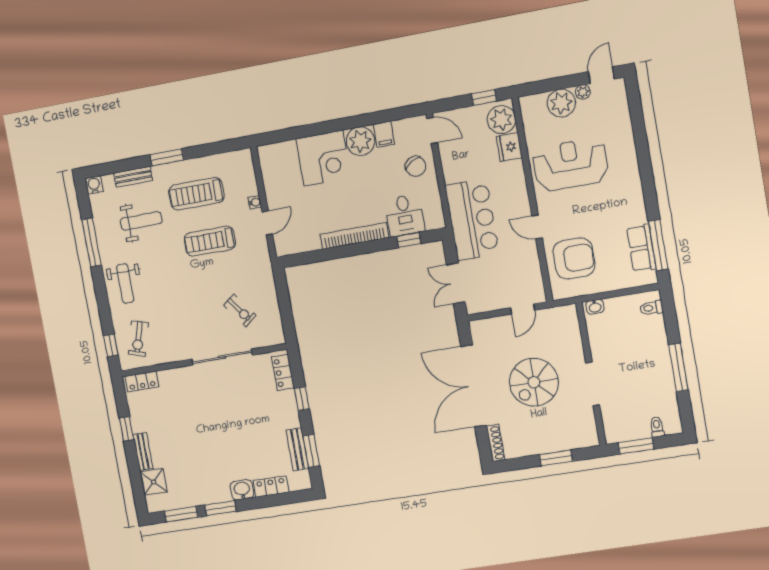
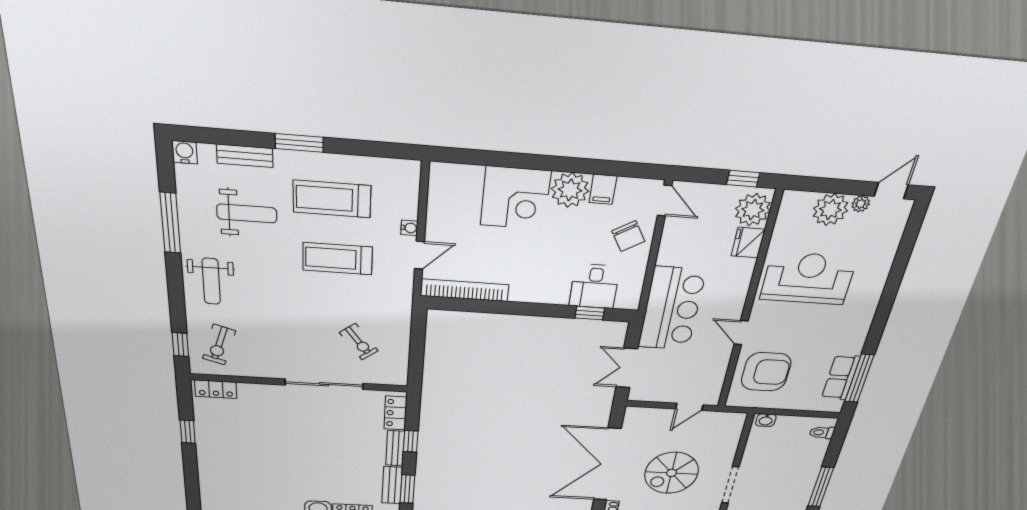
bookcase: (354, 236) -> (465, 290), moved
bench: (143, 451) -> (395, 448), moved
shower: (154, 482) -> (213, 486), removed

